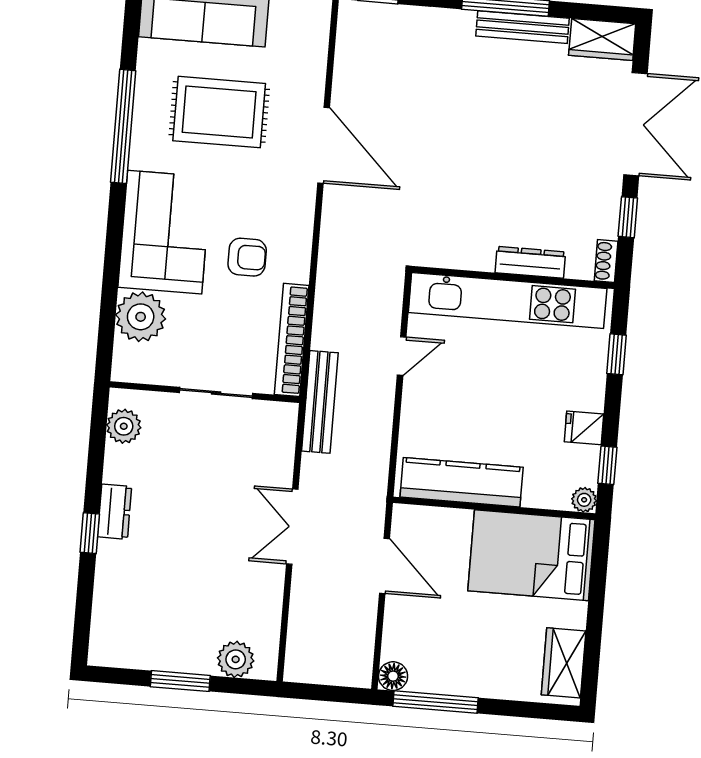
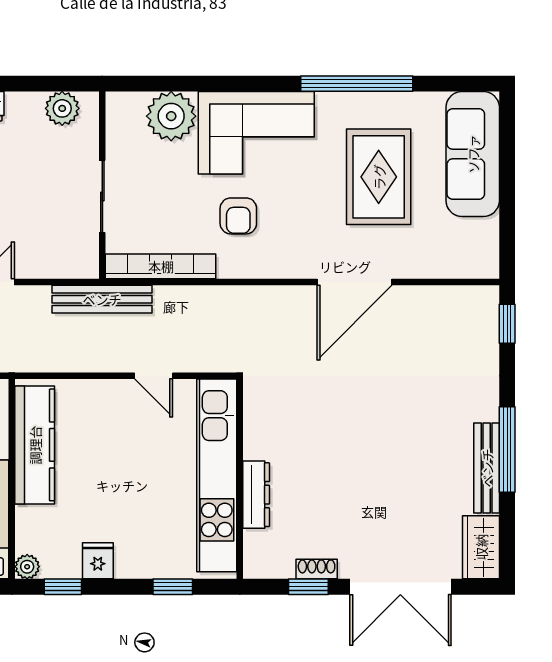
shoe rack: (606, 261) -> (317, 569), moved

